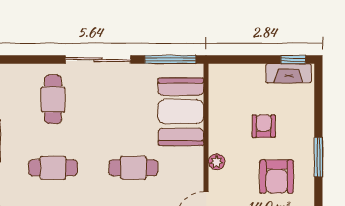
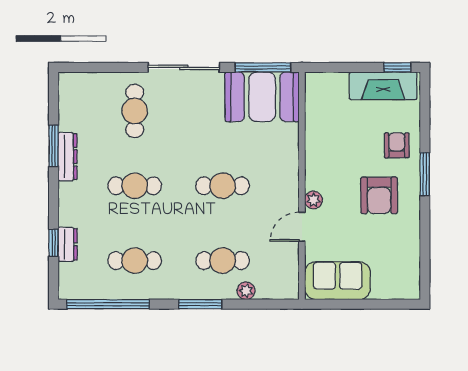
fireplace: (289, 73) -> (383, 86), width x1.37, depth x1.32
booth: (181, 112) -> (262, 97), moved, turned 90
armchair: (264, 126) -> (397, 145), moved
plant: (217, 162) -> (313, 200), moved

